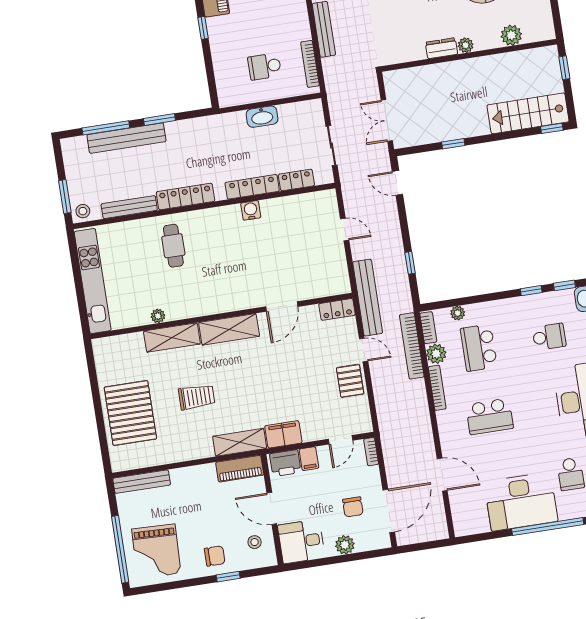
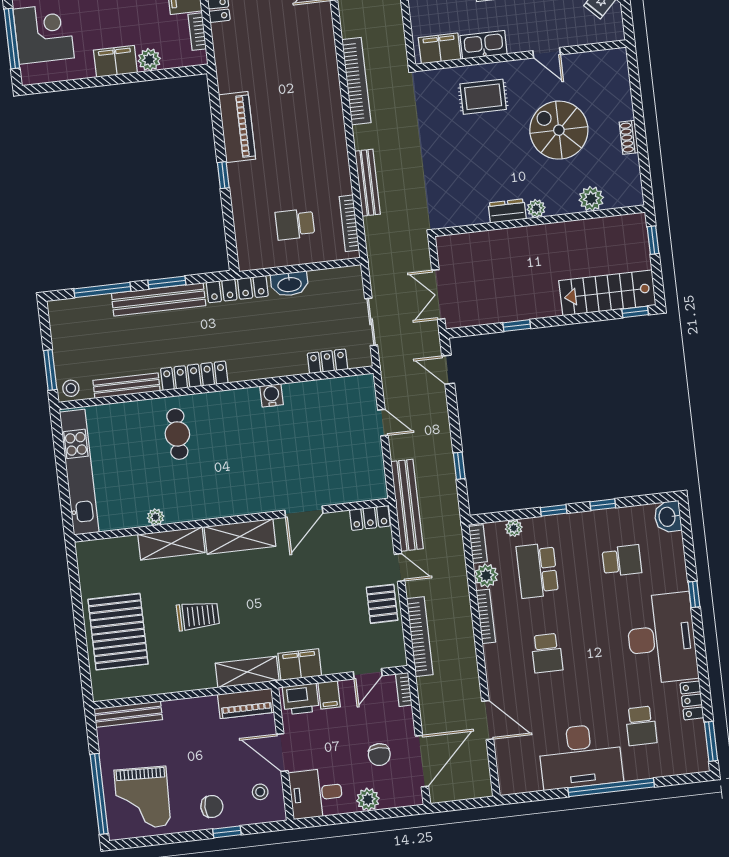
bench: (126, 138) -> (159, 299), moved
locker: (252, 187) -> (237, 289), moved, turned 180
window: (564, 285) -> (554, 510), moved
bookcase: (412, 346) -> (420, 637), moved, turned 180
school desk: (490, 416) -> (547, 653), width x0.54

